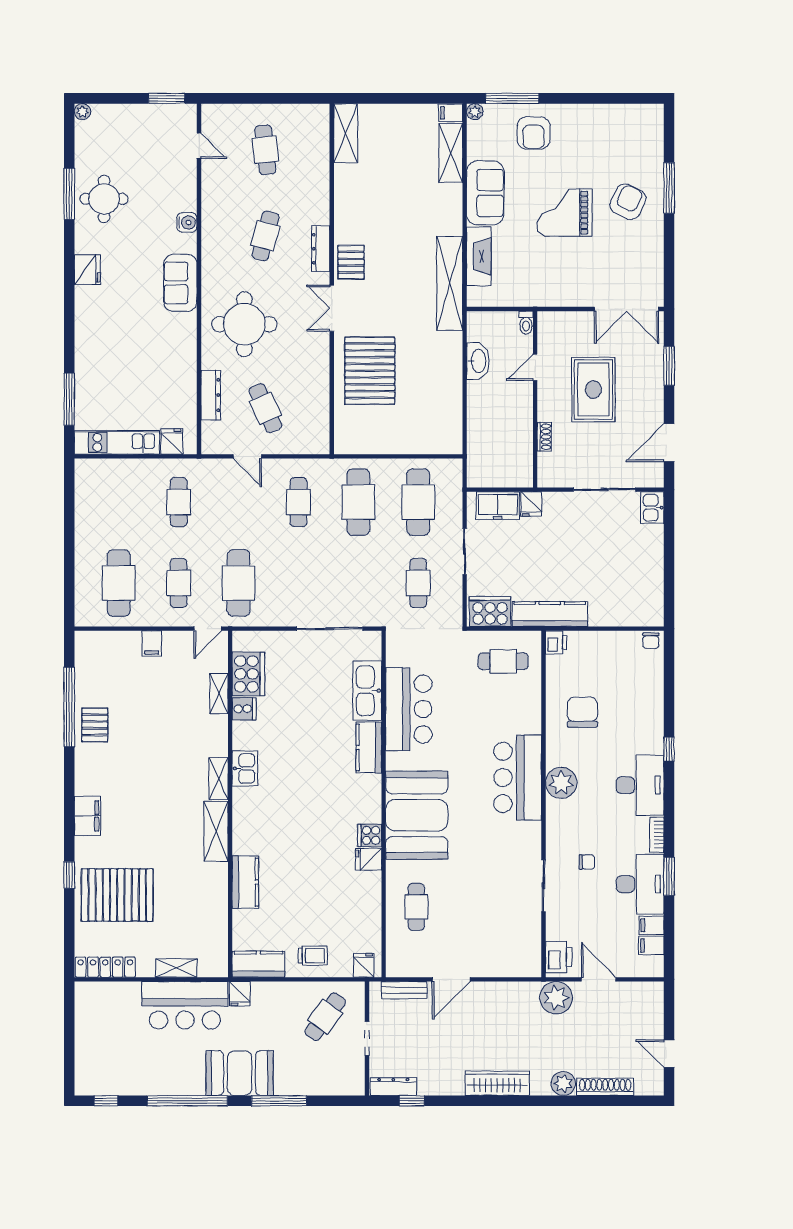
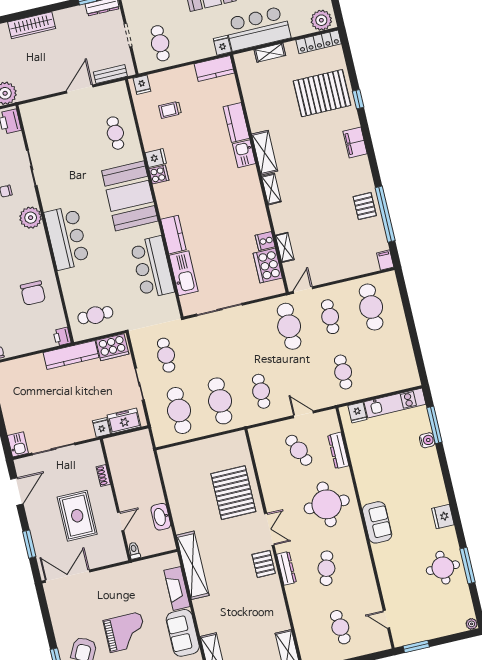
water cooler: (187, 222) -> (427, 440), moved, turned 180
filing cabinet: (152, 644) -> (385, 260), moved
kitchen sink: (245, 768) -> (244, 154), moved
plant: (561, 783) -> (31, 218), moved
trolley: (313, 956) -> (170, 110), moved
plant: (94, 996) -> (321, 20), added
cafe table: (325, 1017) -> (160, 43), turned -36

